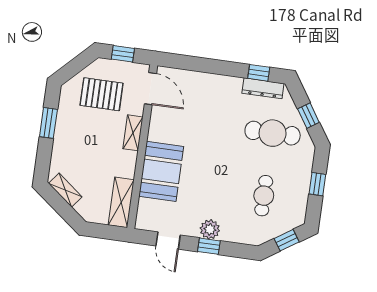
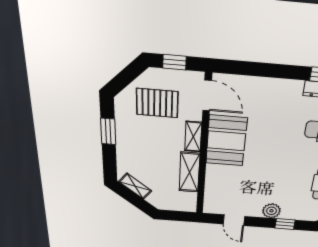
booth: (161, 171) -> (226, 141), moved
shelving: (121, 202) -> (190, 172), moved
window: (209, 246) -> (285, 224), moved

